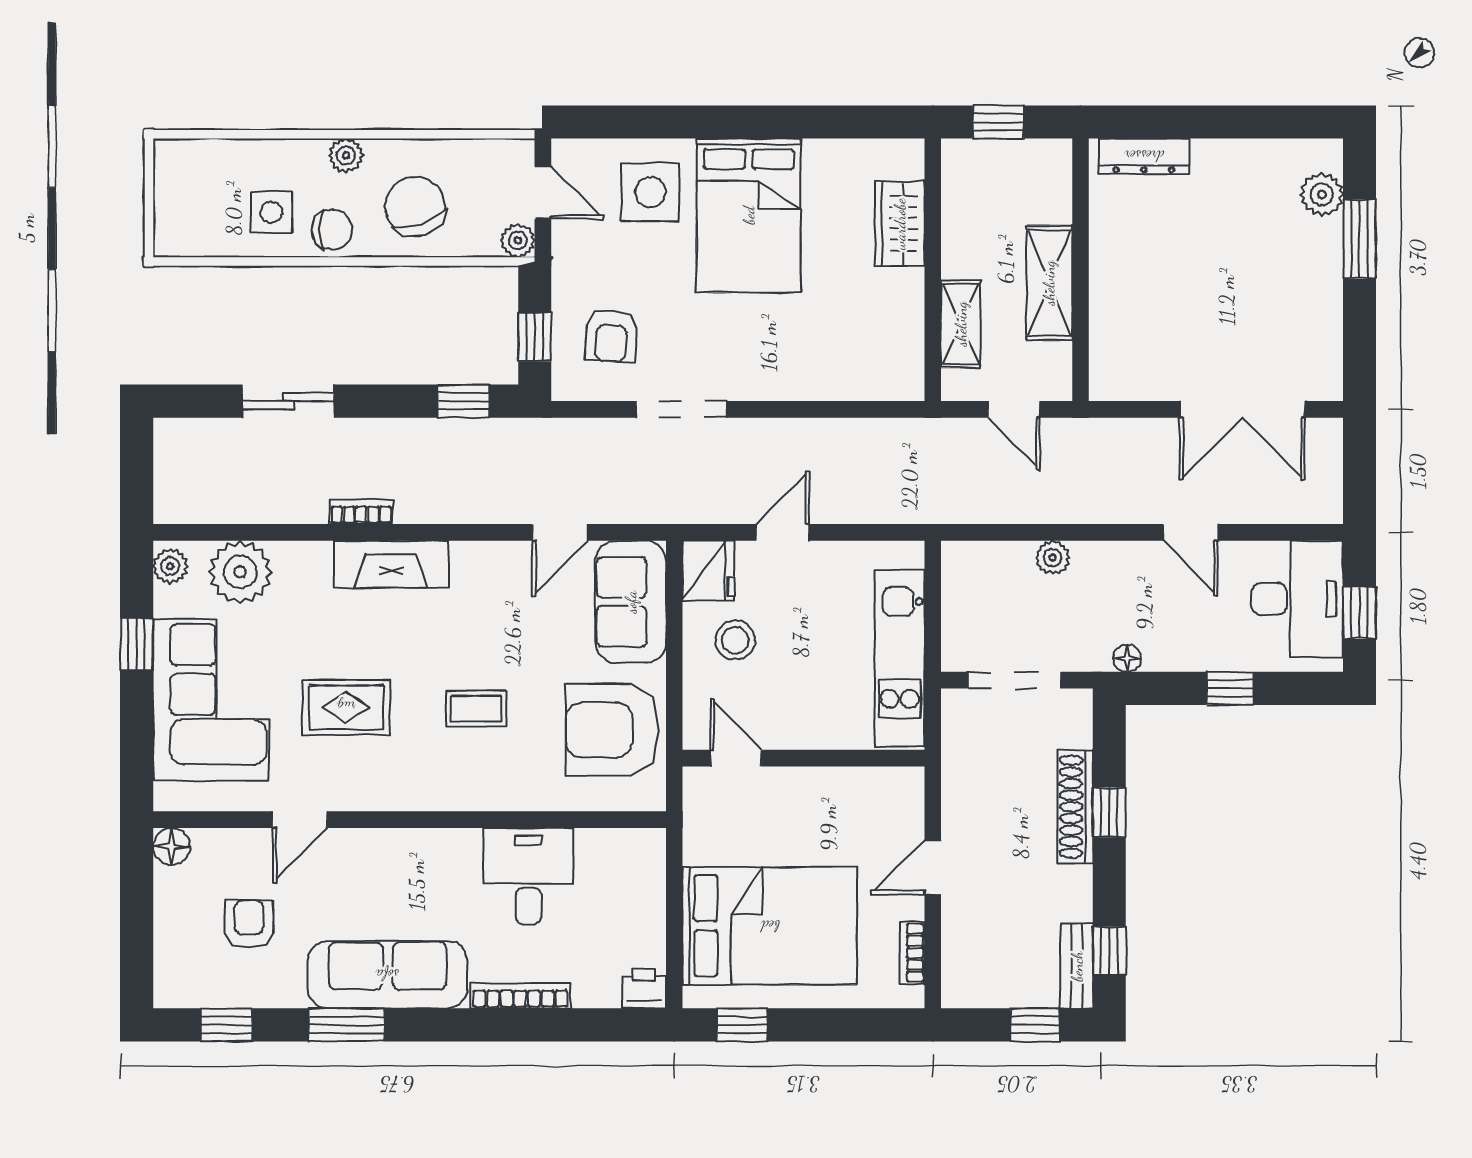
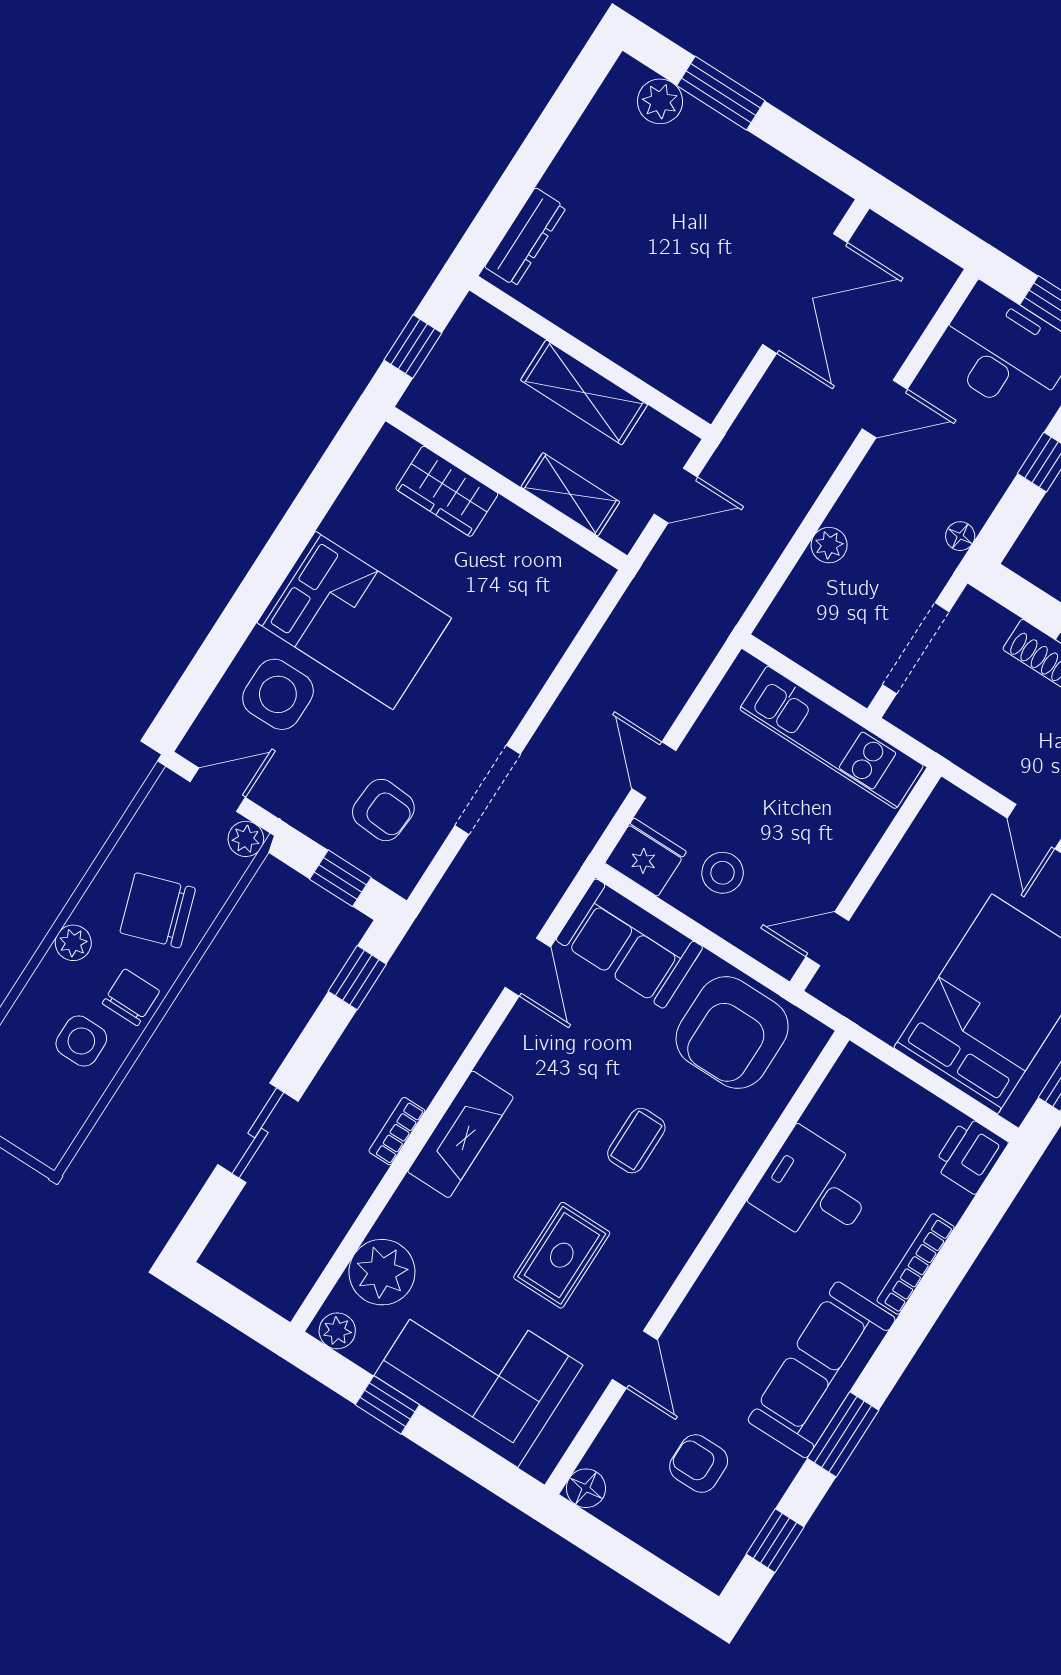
printer: (644, 988) -> (970, 1155), width x1.36, depth x1.24

